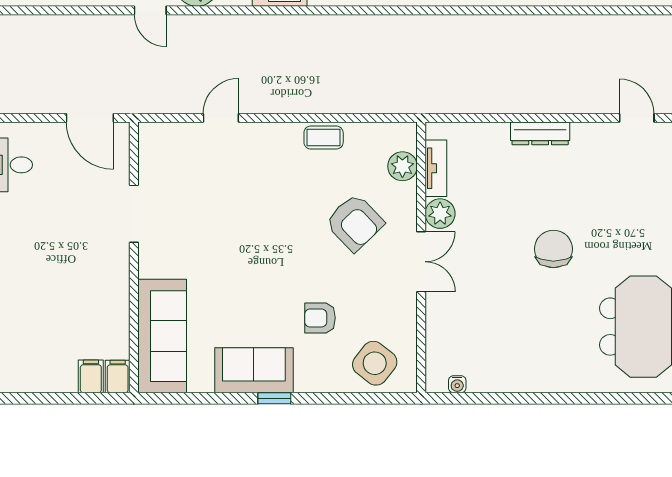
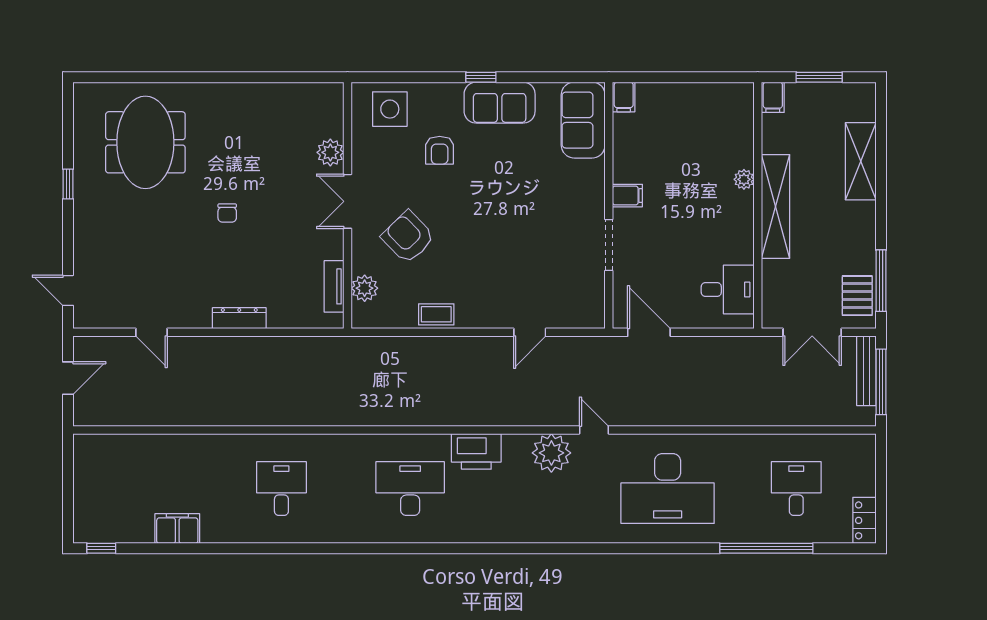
plant: (440, 214) -> (330, 152), moved
chair: (553, 249) -> (227, 213), width x0.54, depth x0.54
armchair: (320, 318) -> (440, 150), turned 90
sofa: (162, 336) -> (583, 120), width x0.73
side table: (375, 363) -> (390, 109), turned -38
filing cabinet: (91, 376) -> (627, 196), moved, turned -90
water cooler: (457, 384) -> (315, 90), removed

